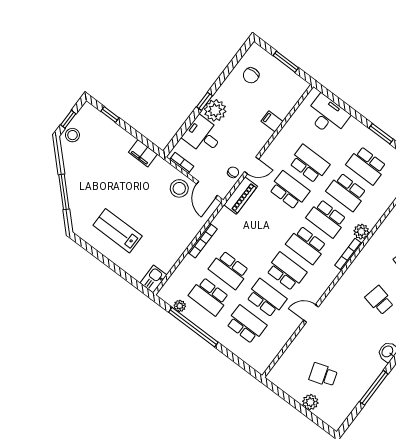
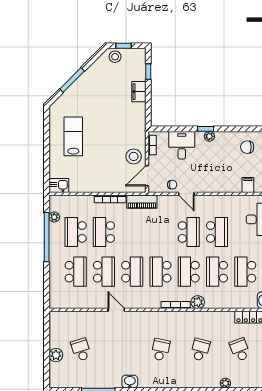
plant: (215, 110) -> (209, 136), width x0.53, depth x0.53
filing cabinet: (272, 121) -> (248, 185), moved
filing cabinet: (143, 153) -> (139, 92), moved
piano: (241, 196) -> (142, 202), moved

